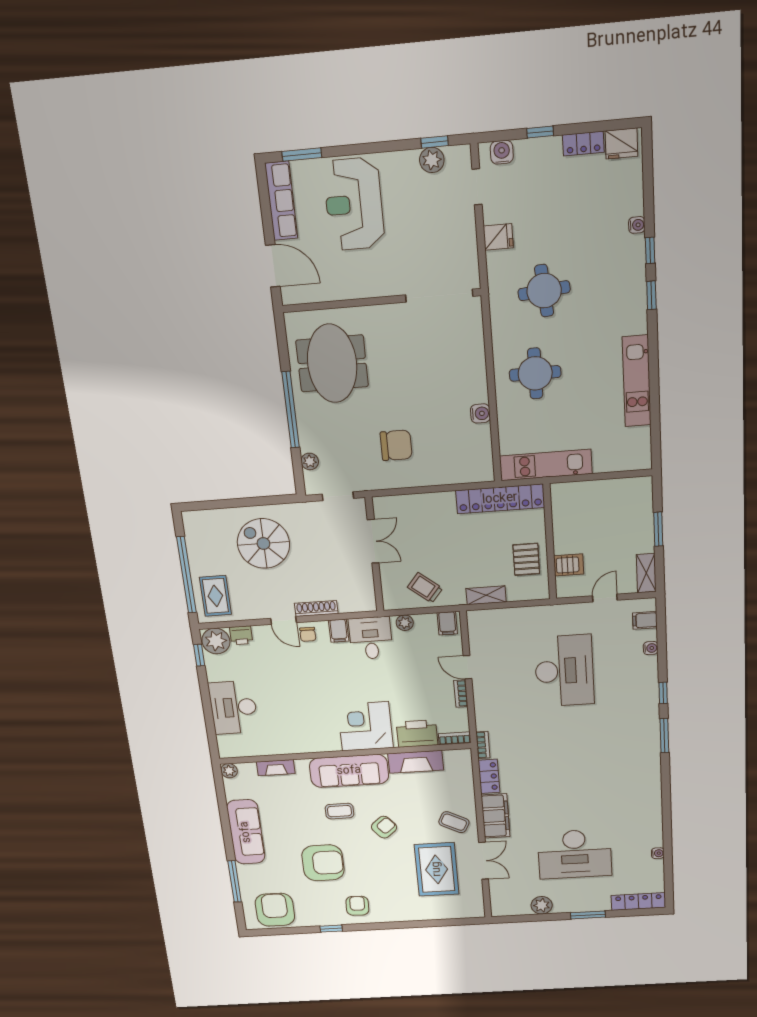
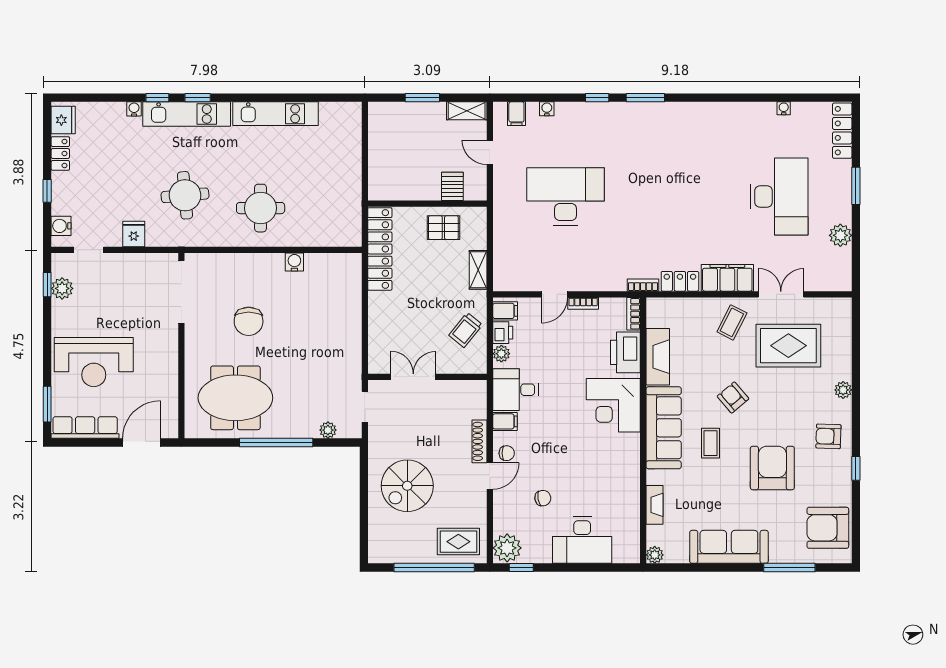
chair: (396, 445) -> (249, 321), moved, turned 180
kitchen unit: (546, 465) -> (187, 114), moved, turned -90
printer: (241, 635) -> (503, 333), moved
chair: (269, 670) -> (543, 498), added
plant: (401, 915) -> (843, 390), added

